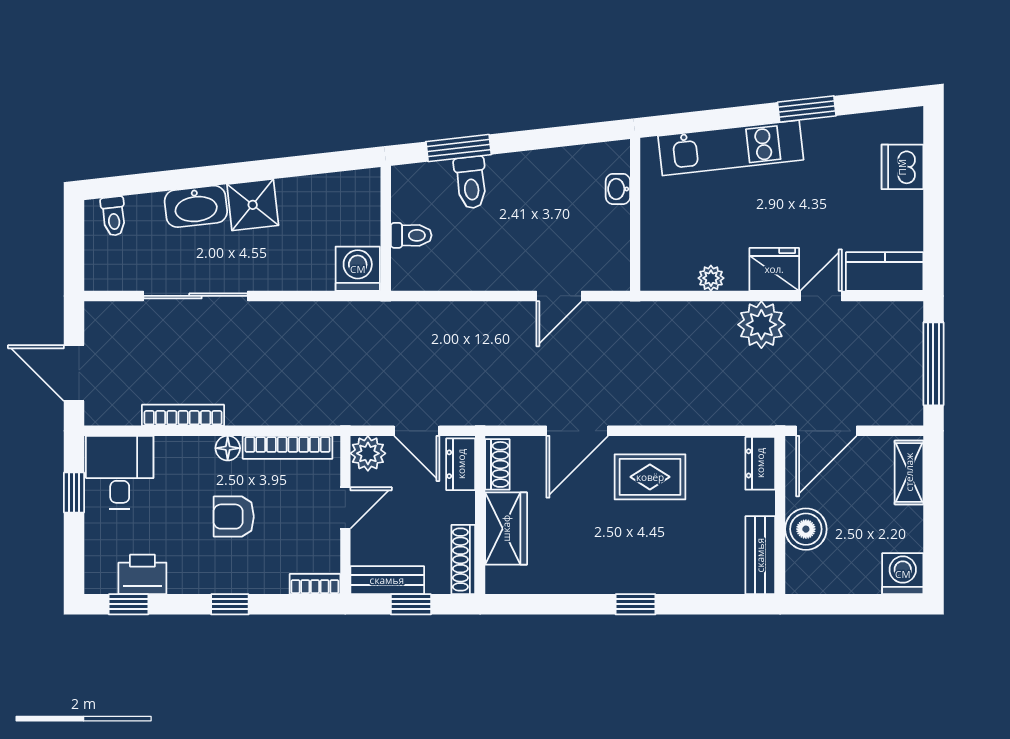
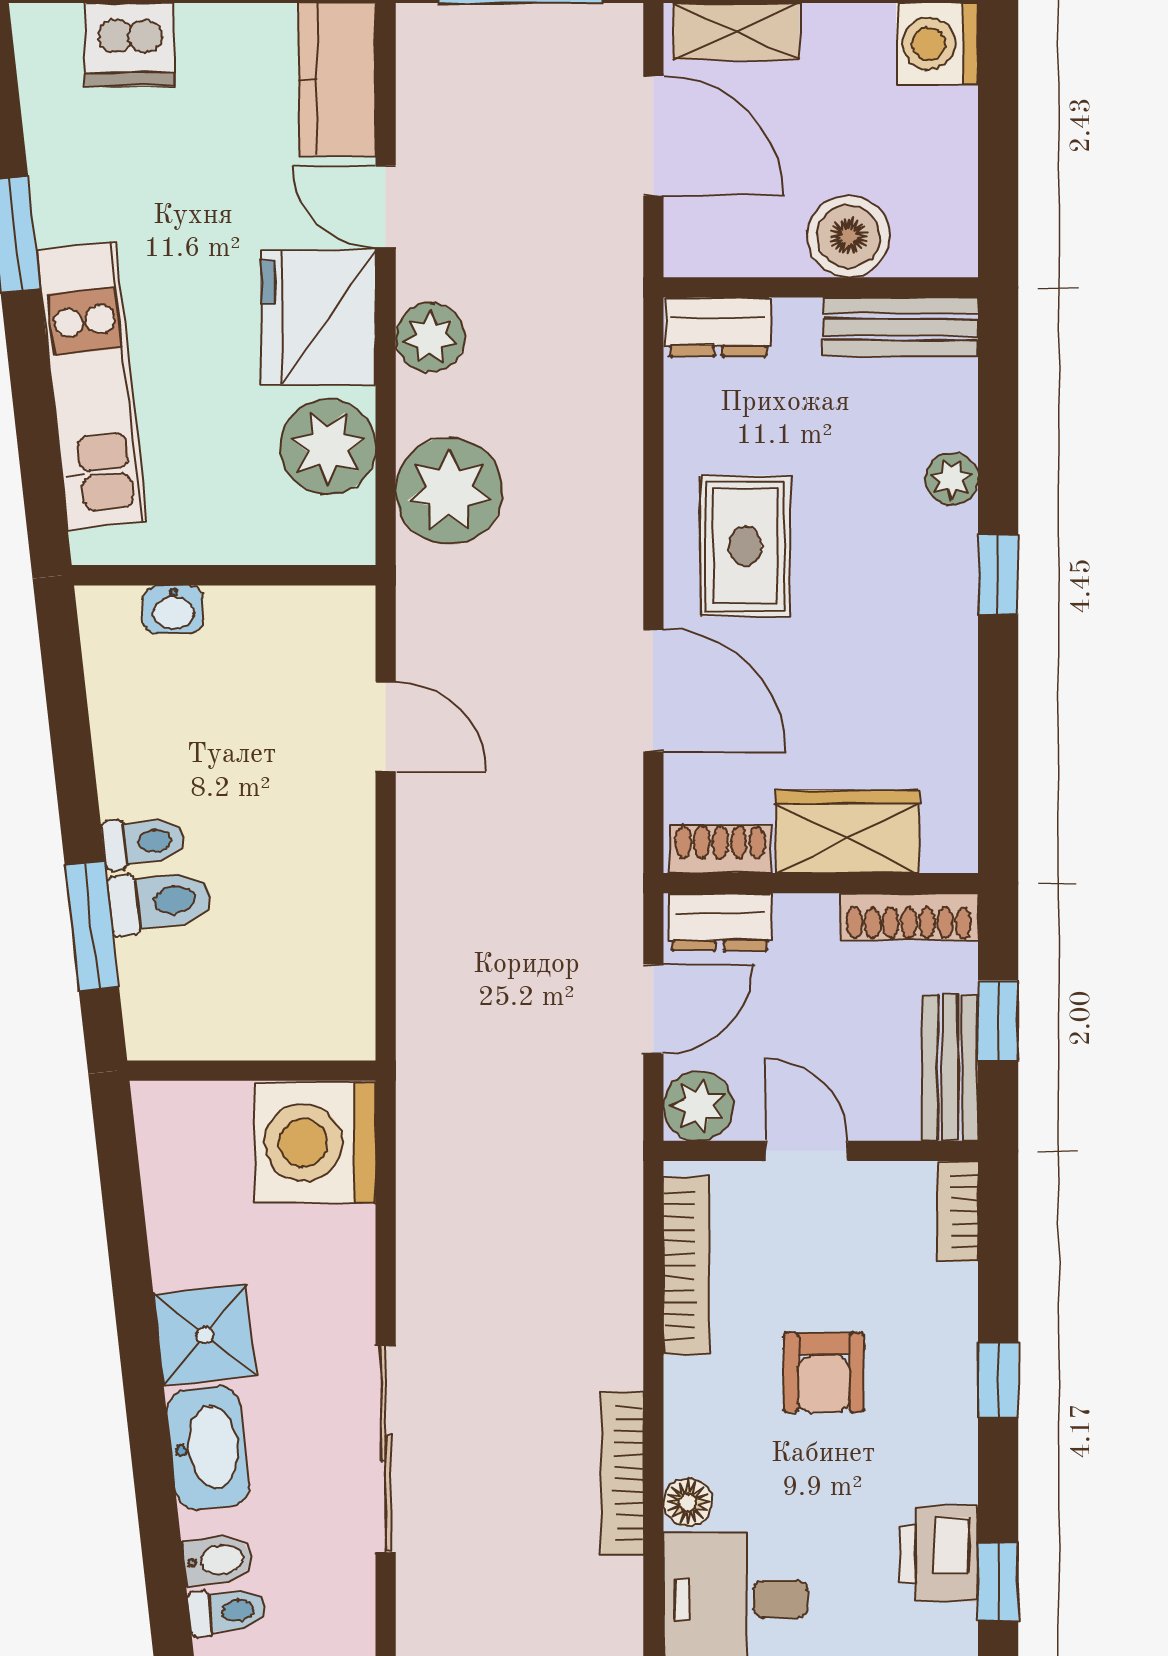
bidet: (139, 211) -> (217, 1560), added
toilet: (411, 235) -> (143, 842), moved, turned 84
washing machine: (358, 269) -> (315, 1143), width x1.37, depth x1.37
fridge: (774, 269) -> (319, 317), width x1.36, depth x1.34
plant: (711, 278) -> (328, 447), width x1.88, depth x1.88
plant: (761, 325) -> (430, 337), width x0.73, depth x0.73
plant: (678, 328) -> (449, 491), added
door: (826, 431) -> (653, 136), moved
floor lamp: (228, 448) -> (688, 1502), moved
plant: (684, 581) -> (952, 479), added

